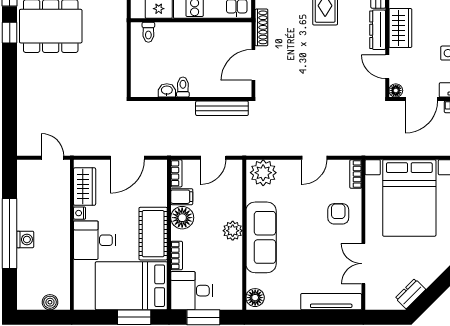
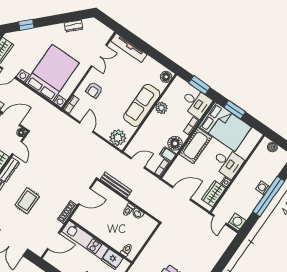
door: (314, 158) -> (86, 127), hinge flipped
washing machine: (28, 170) -> (237, 222), added
plant: (233, 231) -> (162, 108), moved
dresser: (410, 294) -> (74, 26), moved

